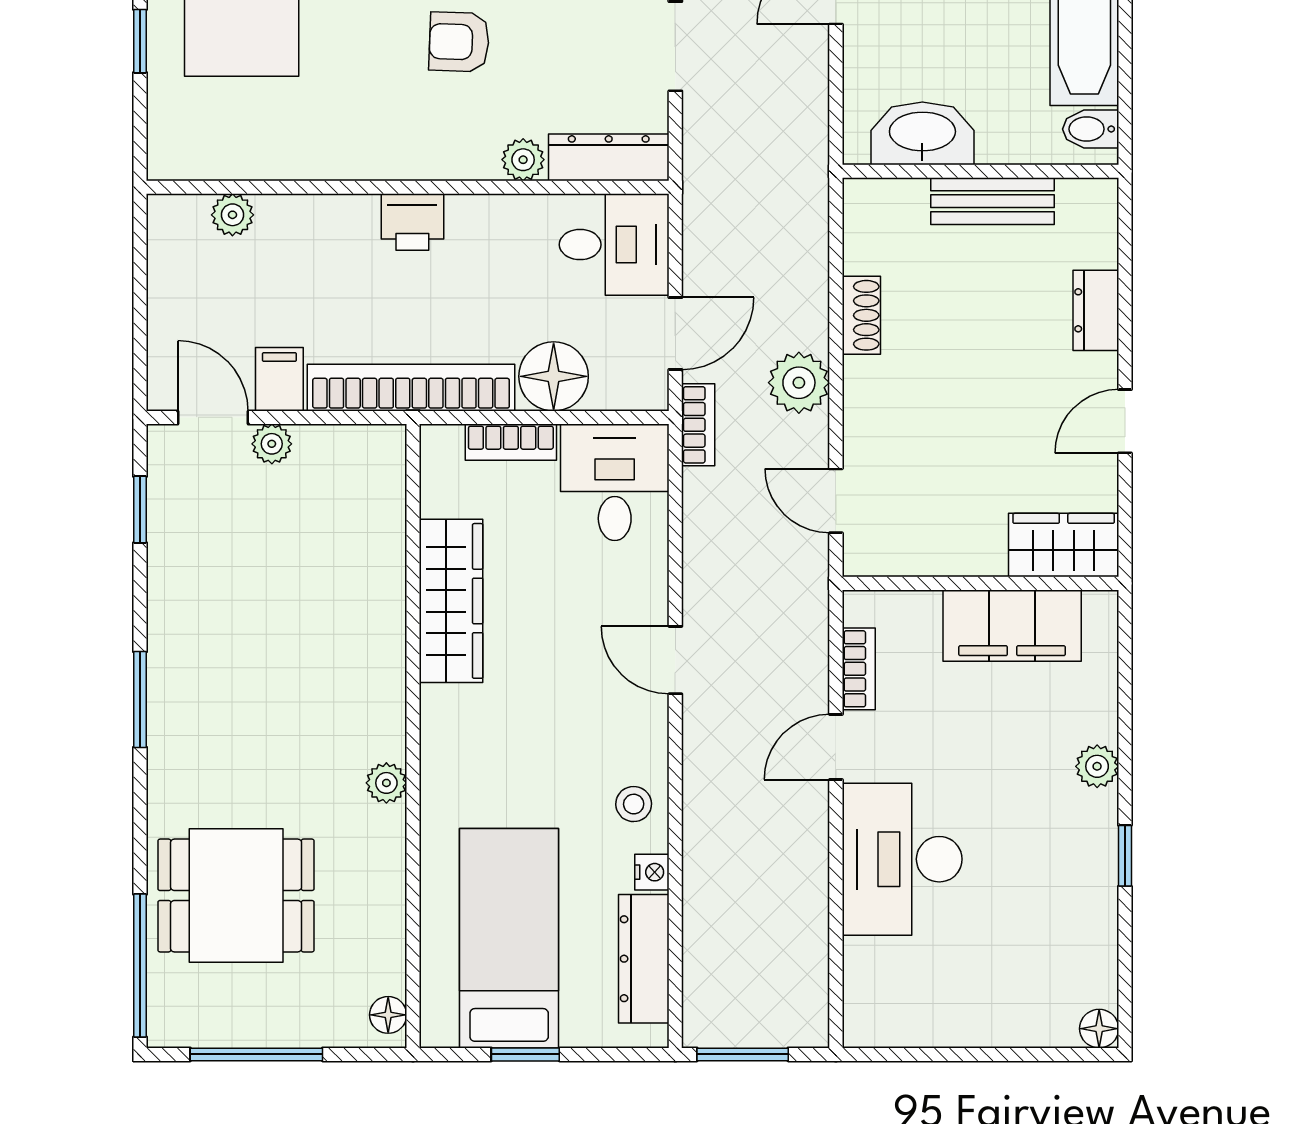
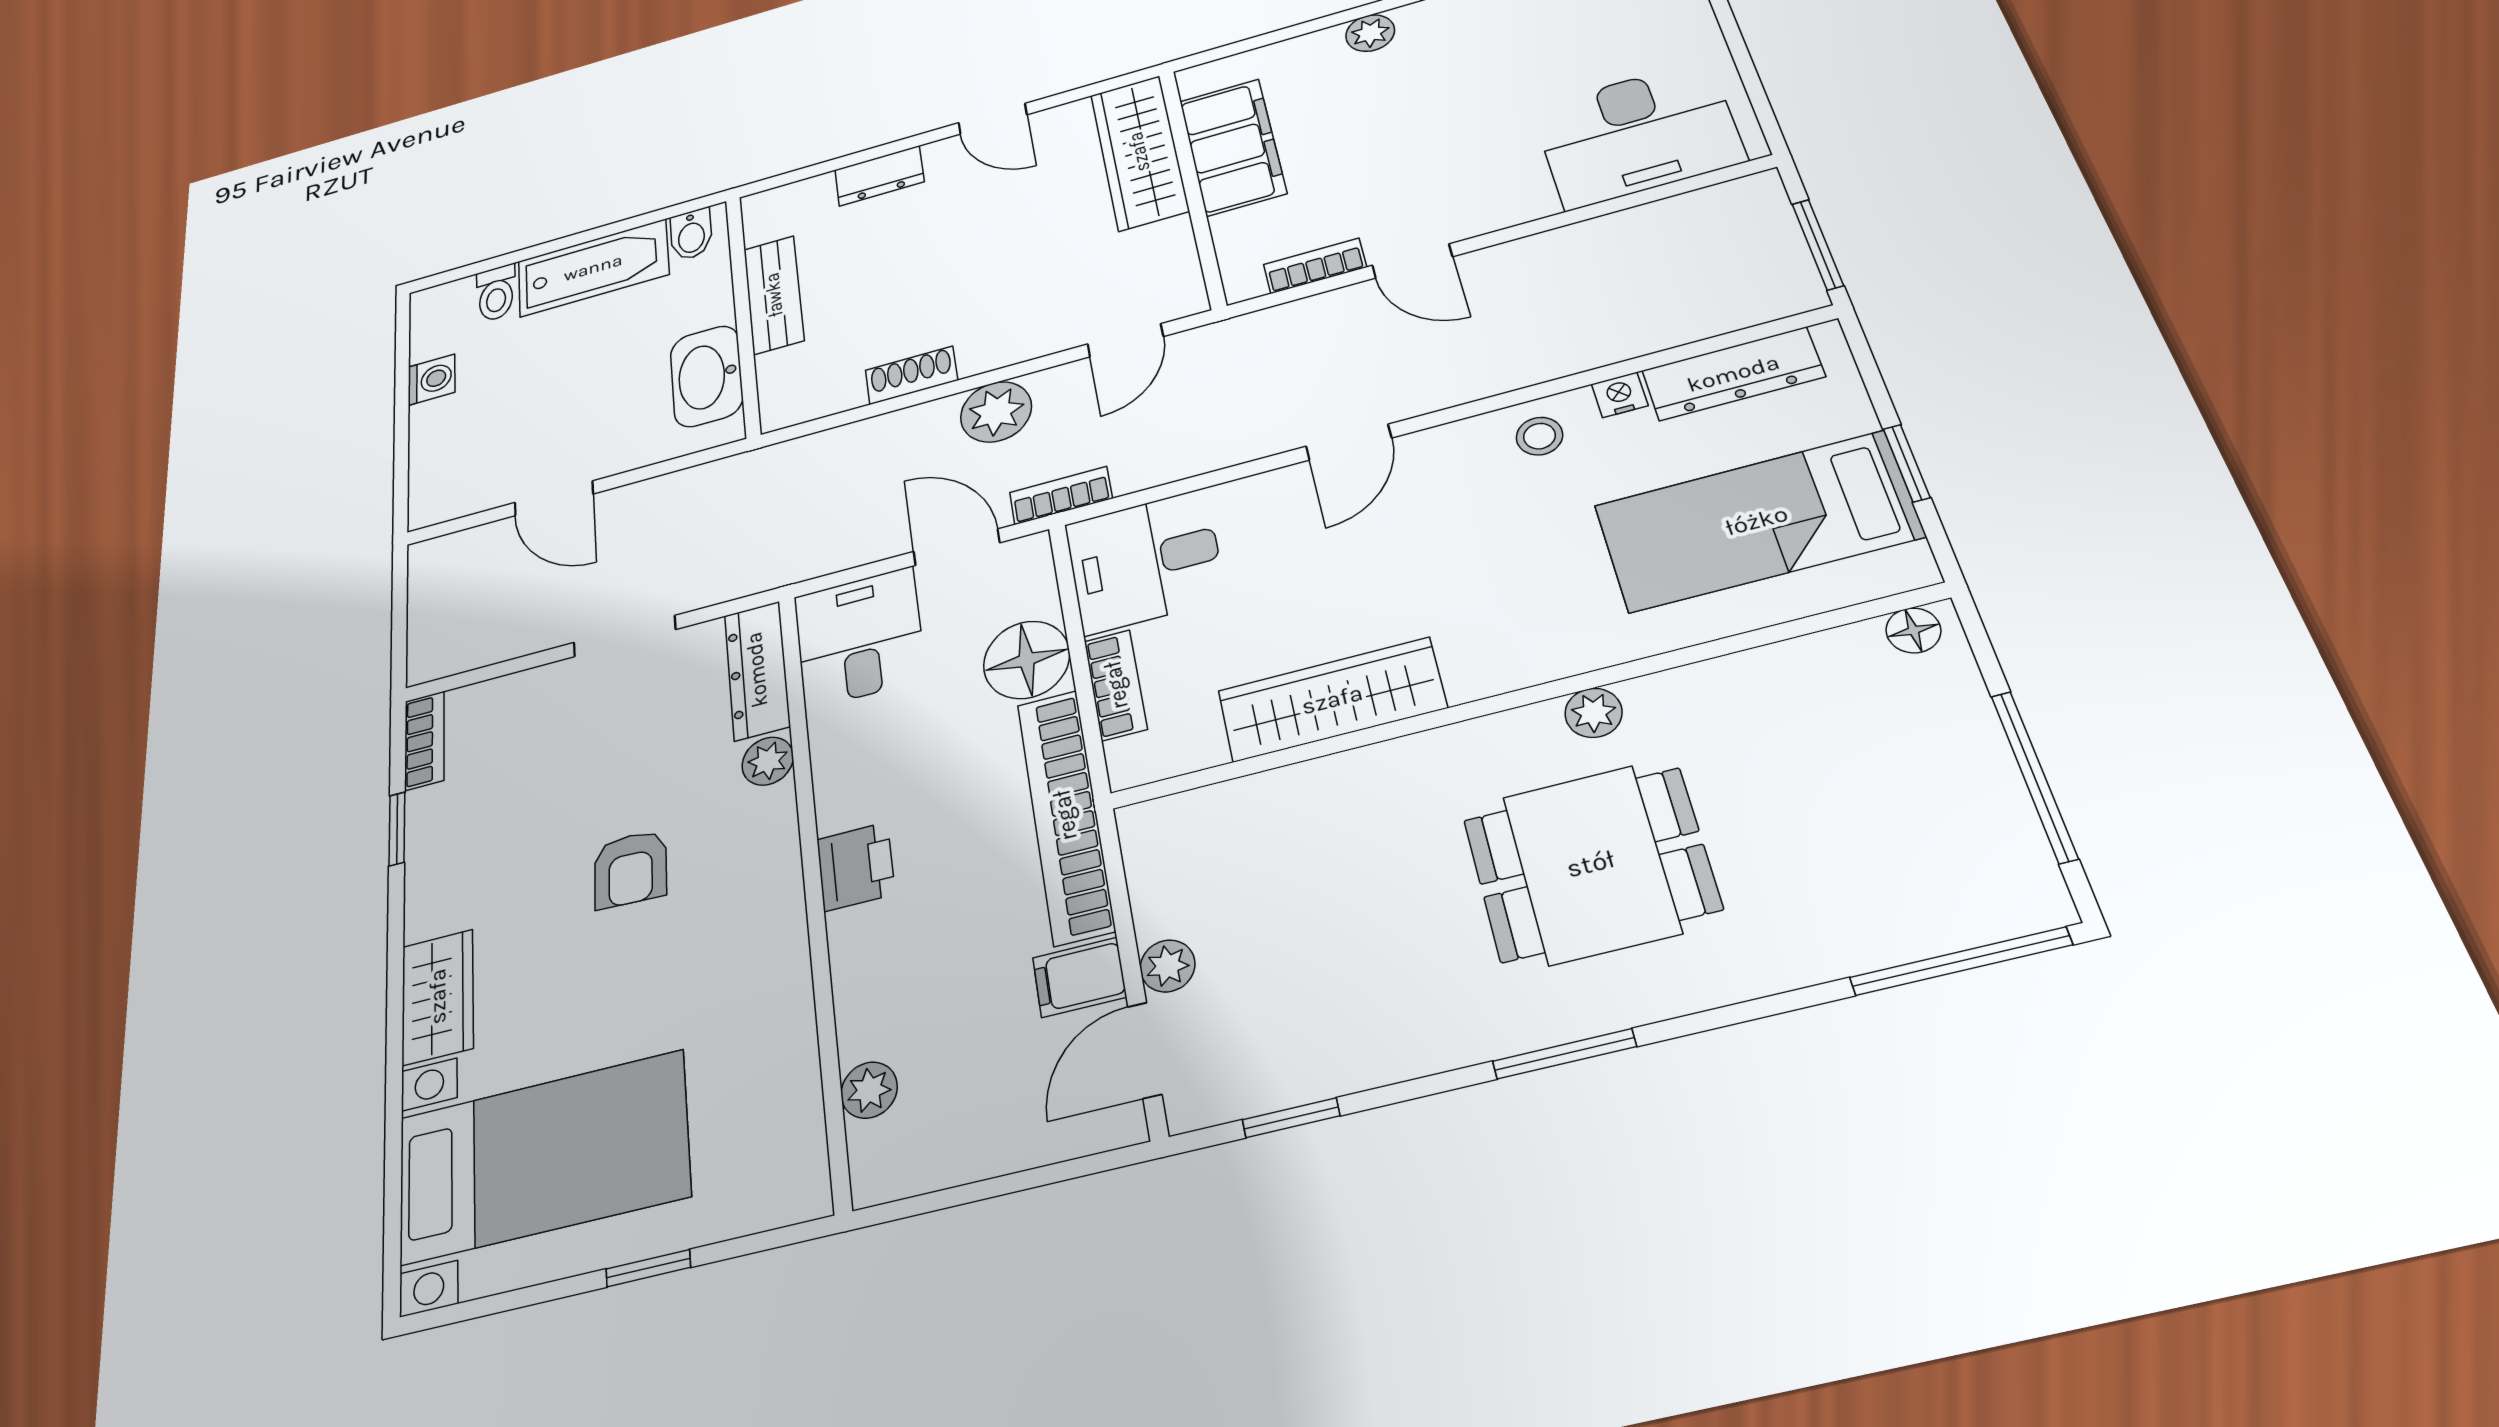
wardrobe: (1064, 545) -> (1139, 152), width x1.50
desk: (902, 859) -> (1638, 134), moved
dining table: (236, 895) -> (1591, 864), moved, turned 90

